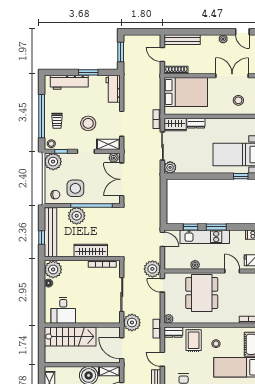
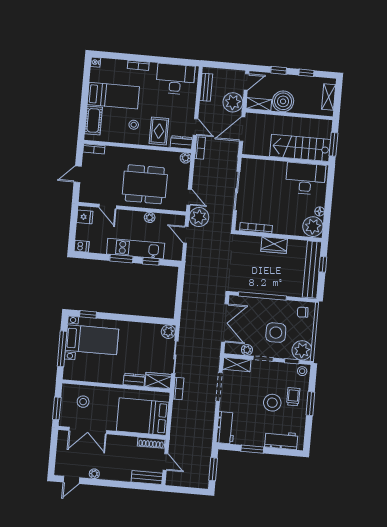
door: (242, 32) -> (71, 480), swing flipped
bench: (182, 40) -> (147, 478), width x0.73
workbench: (69, 82) -> (281, 440), width x0.73
window: (42, 116) -> (310, 404), width x0.47
stool: (88, 123) -> (272, 403), moved
plant: (114, 158) -> (247, 350), moved
side table: (75, 188) -> (276, 333), moved
plant: (77, 216) -> (280, 286), removed
door: (162, 239) -> (186, 235), moved
wardrobe: (91, 250) -> (274, 245), width x0.67
dining table: (202, 293) -> (145, 184), turned 90
desk: (63, 310) -> (306, 179), width x1.37
plant: (132, 323) -> (233, 102), moved
window: (42, 342) -> (334, 144), added
door: (122, 348) -> (242, 129), swing flipped
door: (162, 359) -> (195, 127), moved

